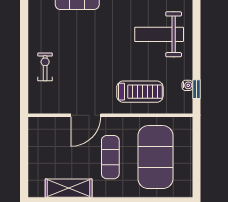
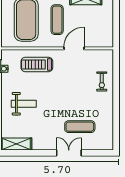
weight bench: (159, 34) -> (24, 104), width x0.73, depth x0.75

